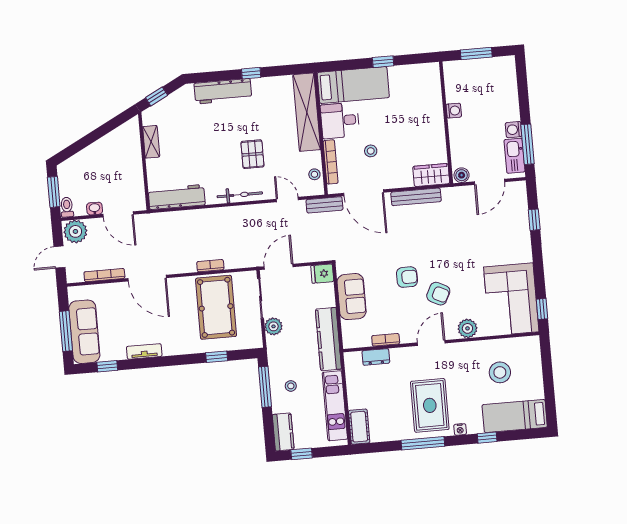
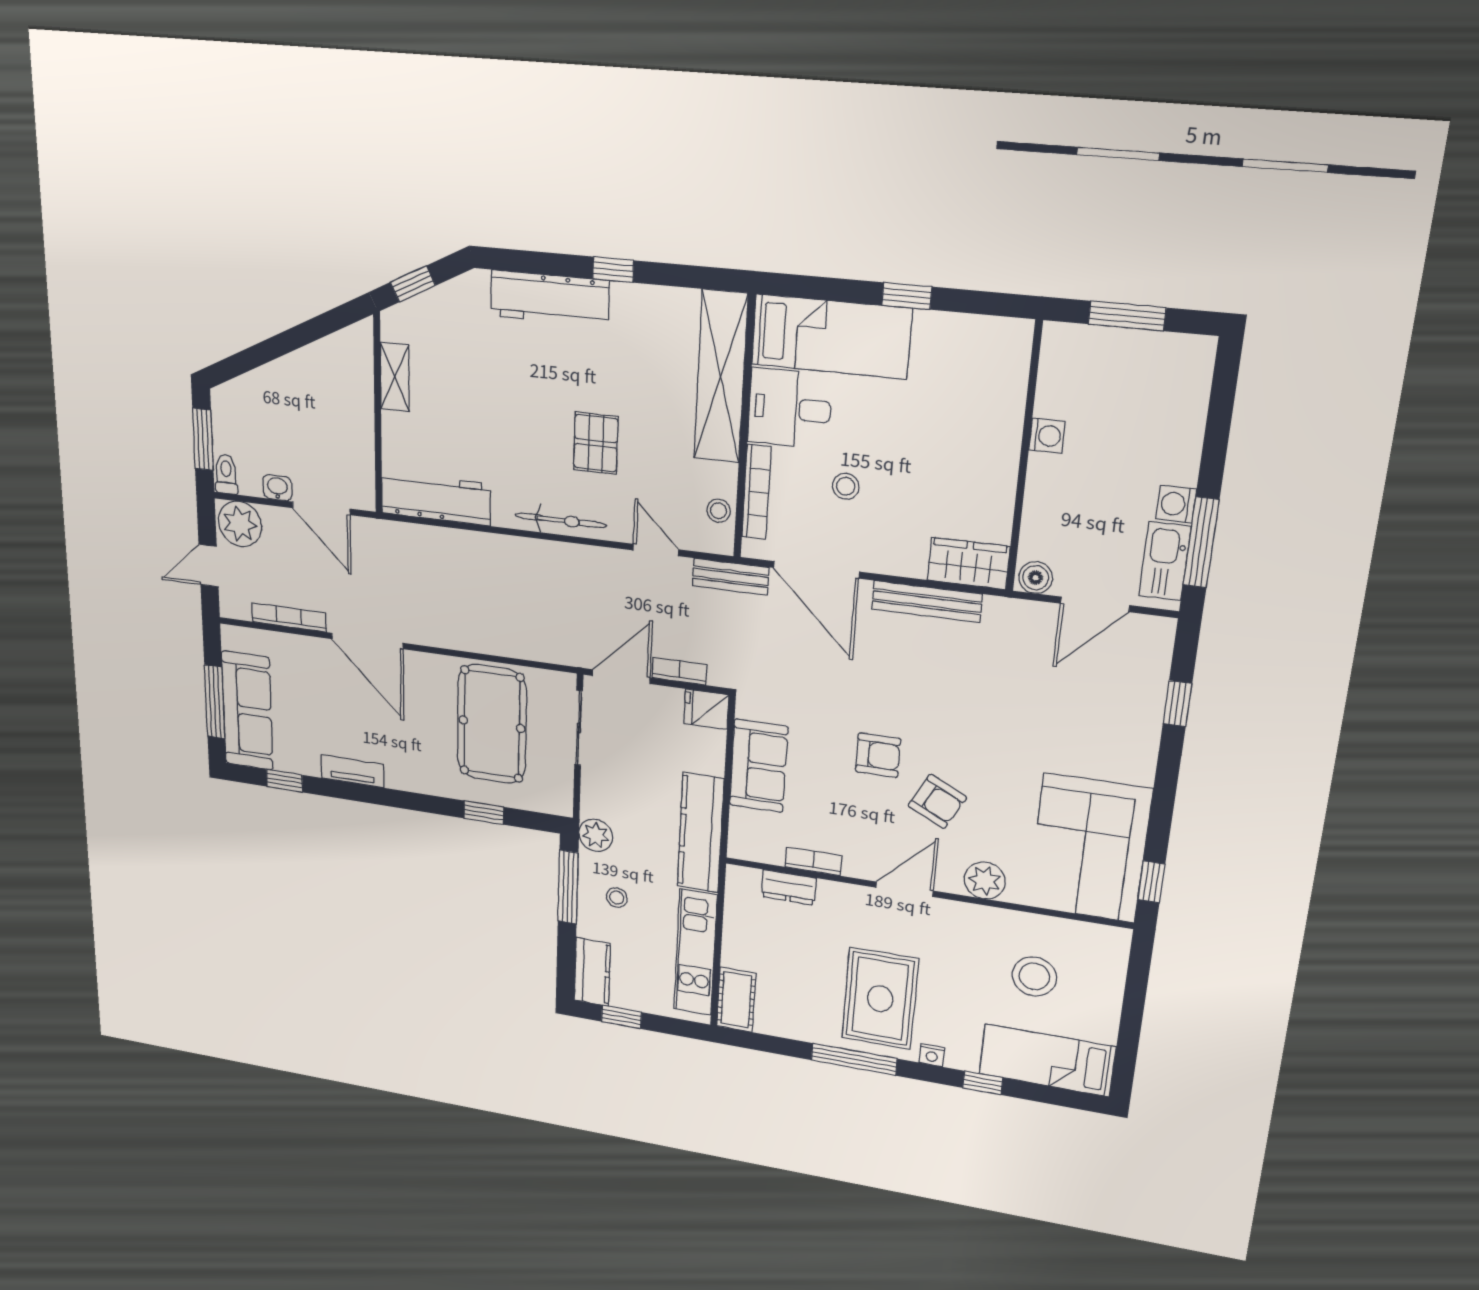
bookcase: (210, 266) -> (679, 671), moved
plant: (273, 326) -> (596, 835), moved

